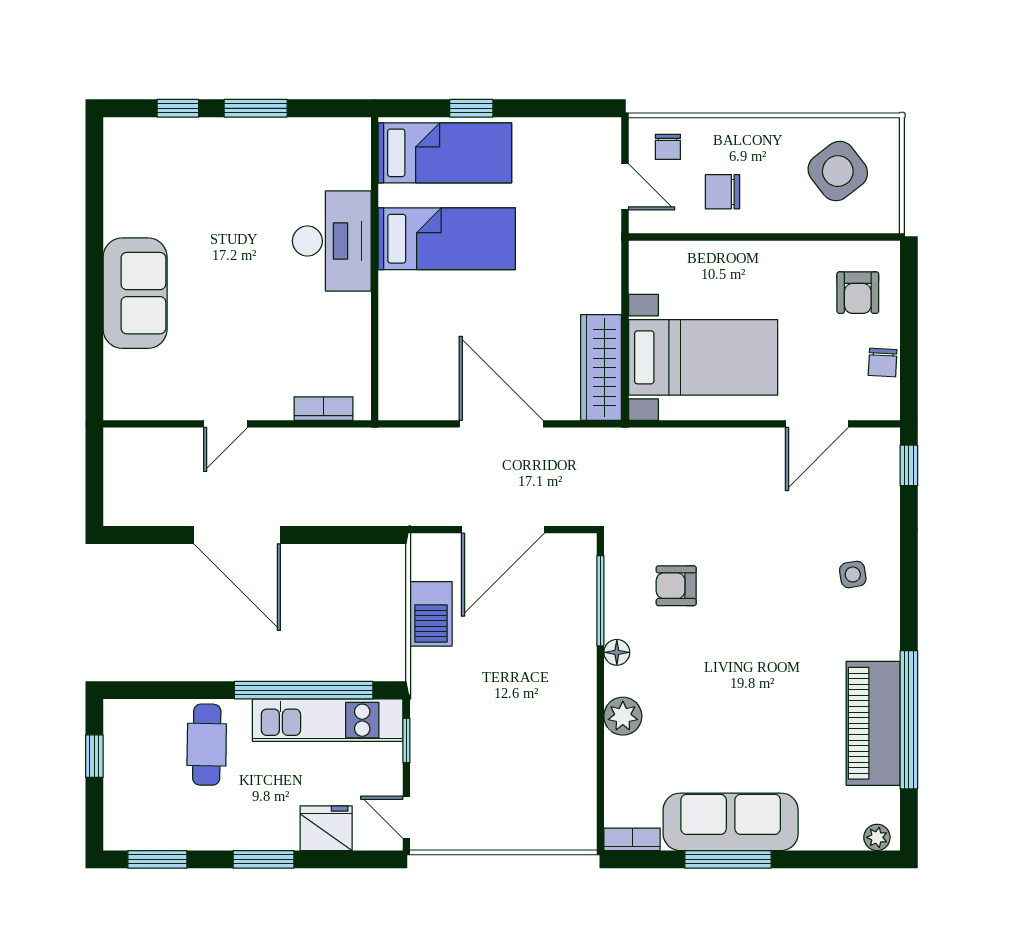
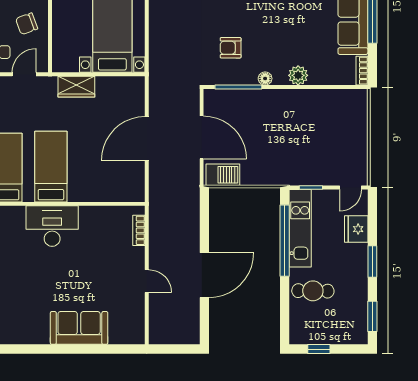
chair: (723, 192) -> (27, 24), turned 70
wardrobe: (601, 368) -> (76, 87), moved, width x0.67
armchair: (676, 586) -> (231, 48), turned 90
barbecue: (431, 614) -> (223, 175), moved

